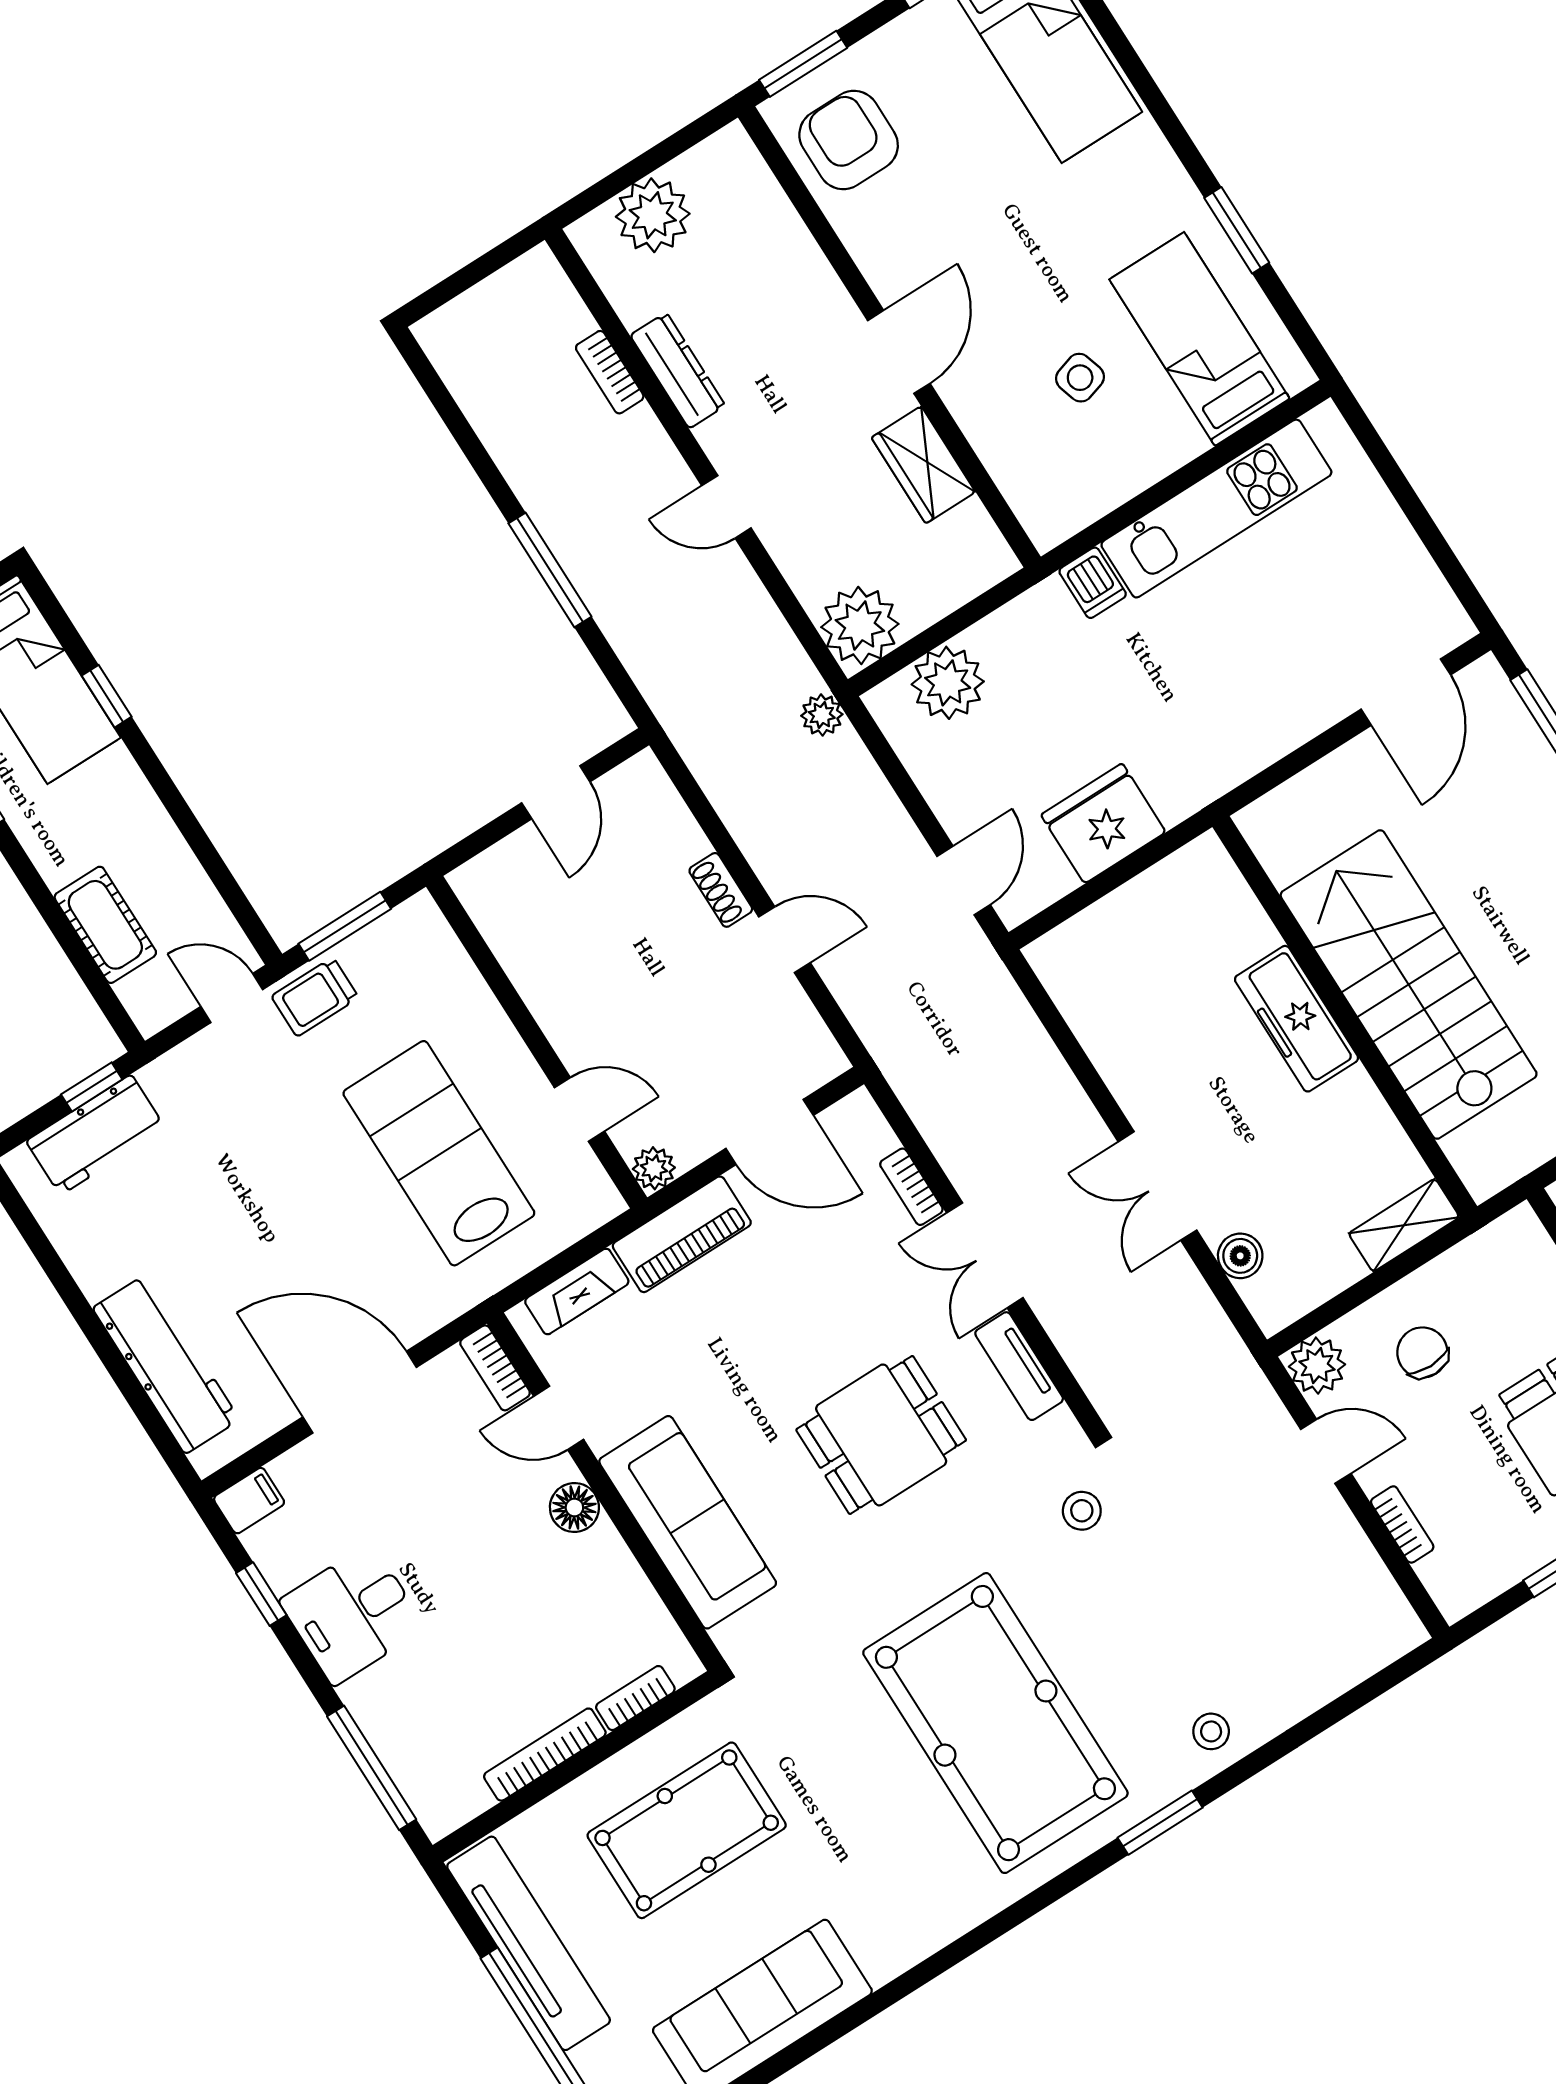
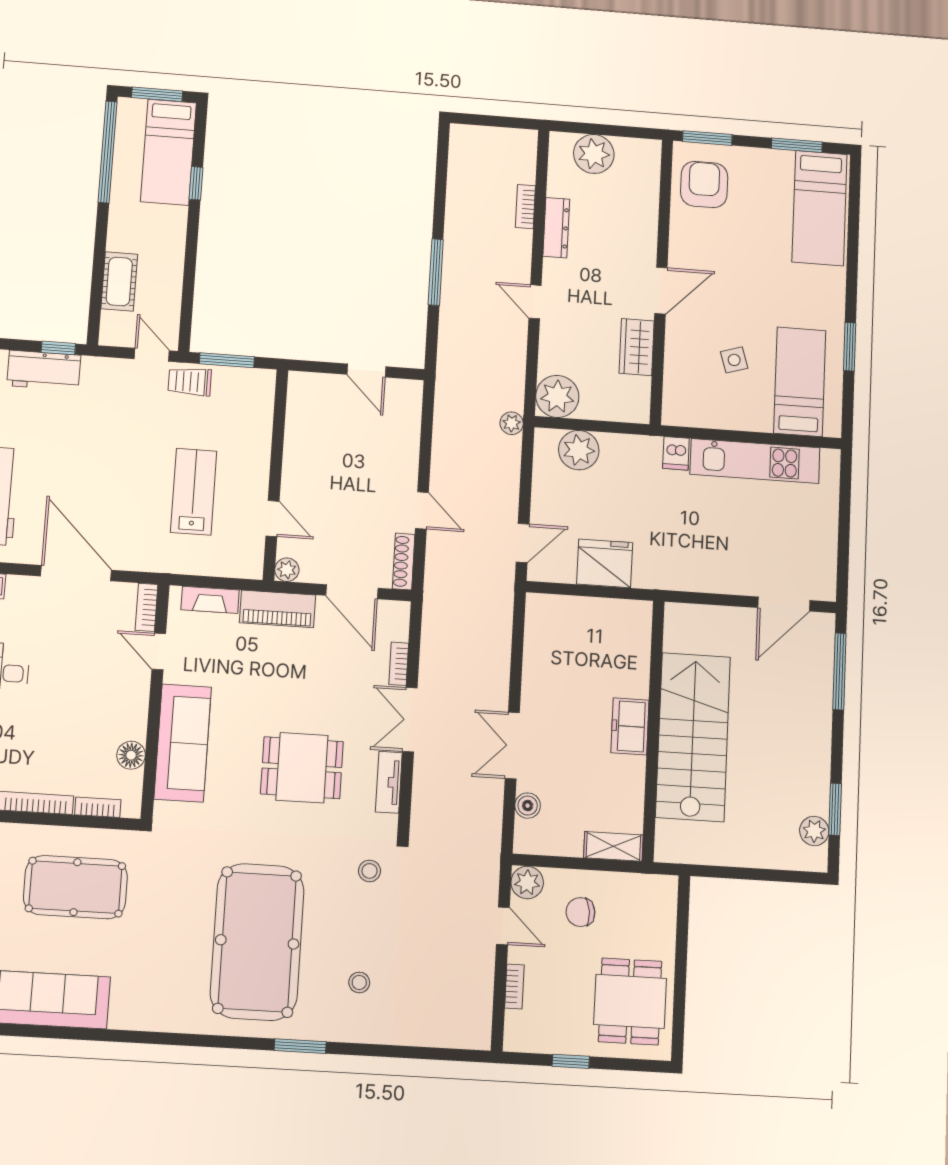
door: (556, 792) -> (366, 370), hinge flipped
shoe rack: (721, 890) -> (404, 561), moved, width x1.43
freezer: (1296, 1019) -> (630, 726), width x0.71
lab bench: (439, 1153) -> (194, 492), width x0.73, depth x0.72
chair: (1422, 1353) -> (580, 912), turned -96
floor lamp: (574, 1508) -> (131, 755), moved
stool: (1211, 1731) -> (359, 982), moved

